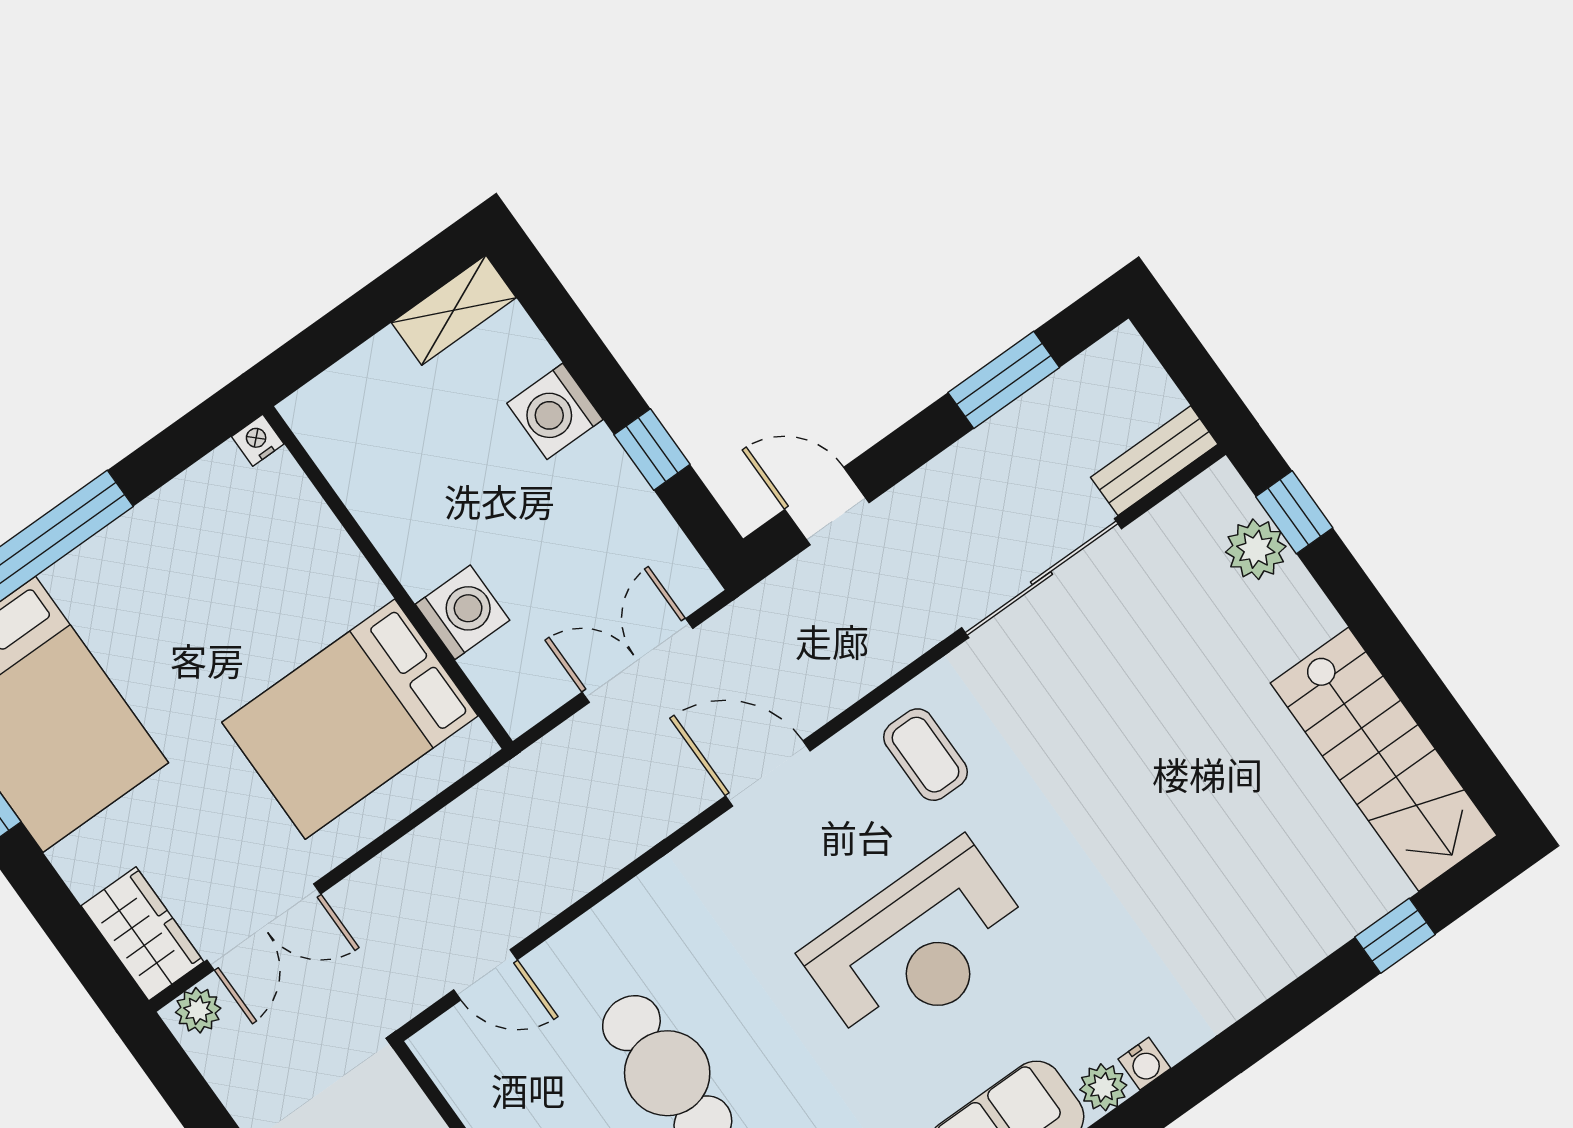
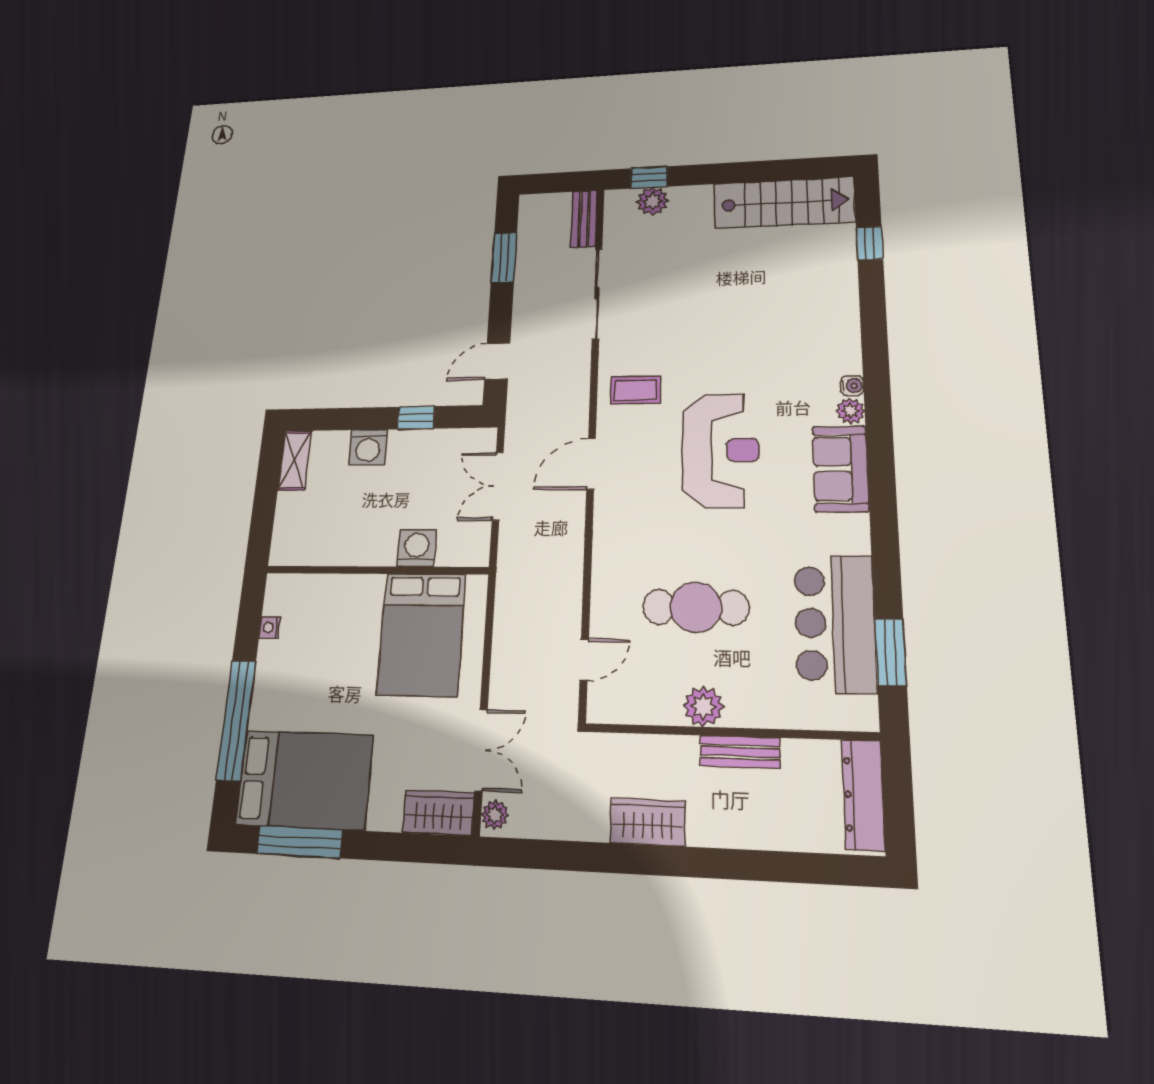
nightstand: (258, 440) -> (270, 627), moved

